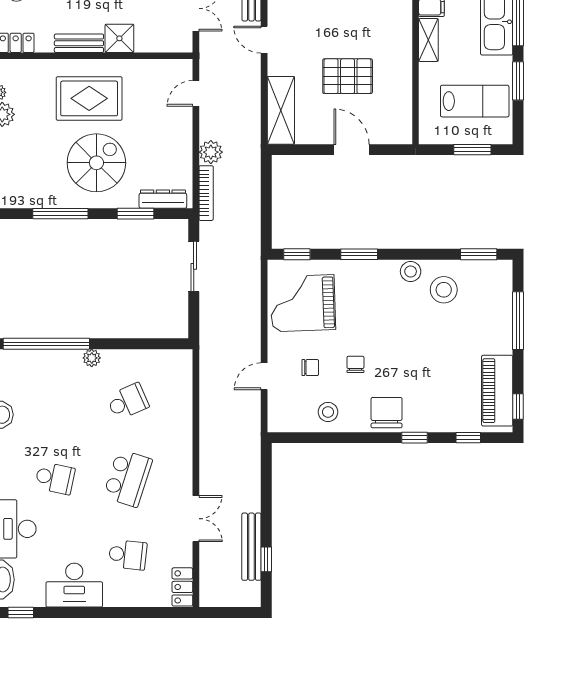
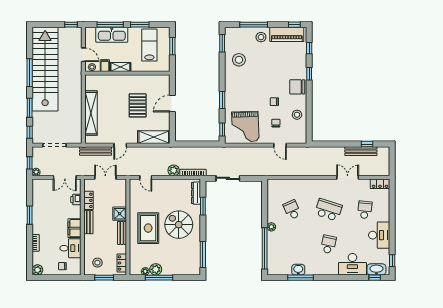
window: (60, 214) -> (203, 255), moved
stool: (411, 271) -> (261, 37), moved

